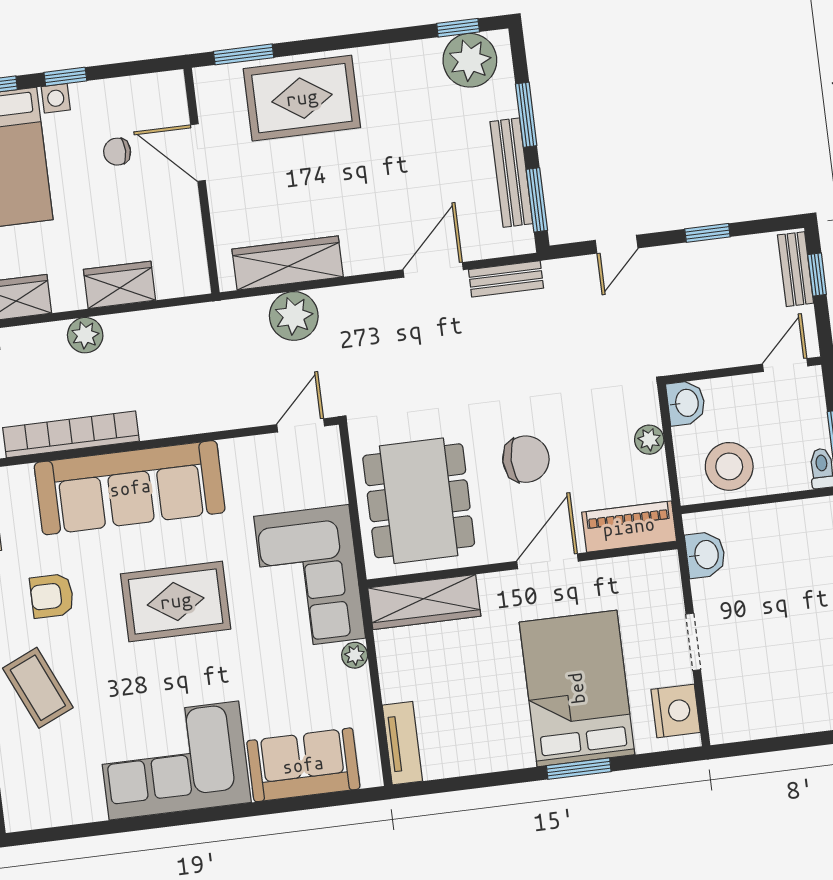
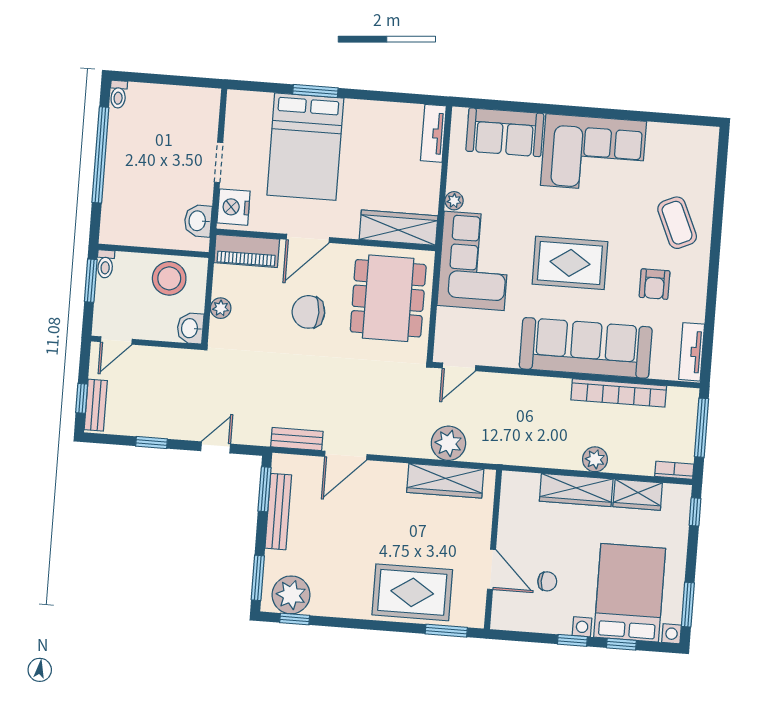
window: (526, 115) -> (258, 578), moved
wardrobe: (120, 285) -> (576, 490), width x1.50
armchair: (52, 596) -> (655, 284), turned 90
nightstand: (676, 711) -> (234, 207), moved

